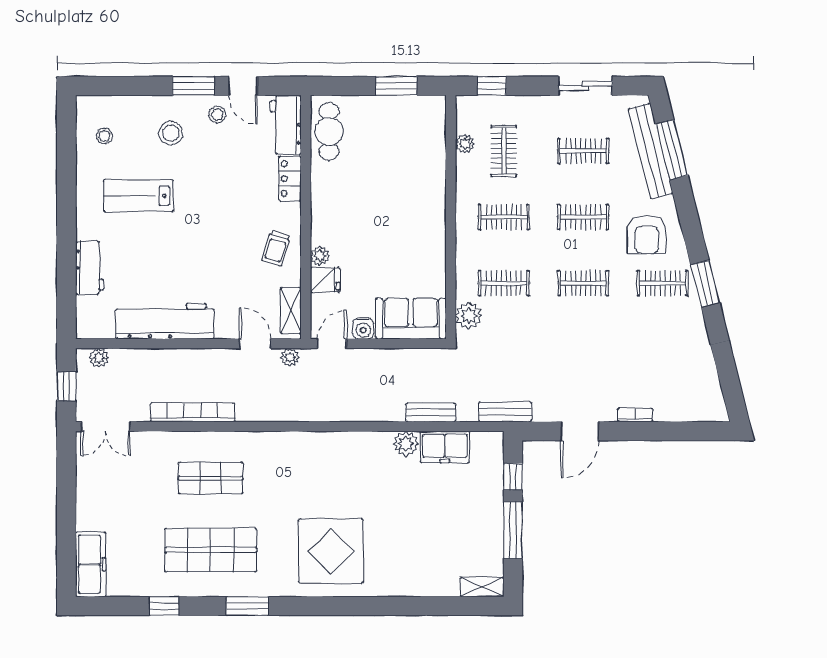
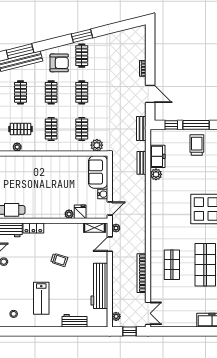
stool: (171, 133) -> (12, 283), removed
trolley: (276, 248) -> (59, 260), moved
door: (332, 344) -> (110, 209), swing flipped
trolley: (469, 532) -> (197, 145), added

